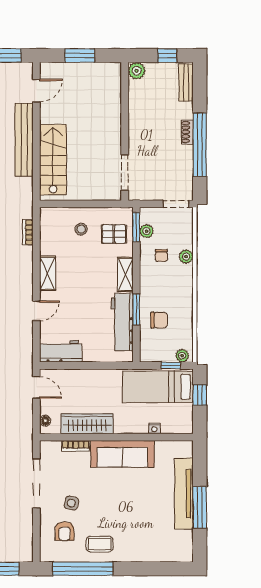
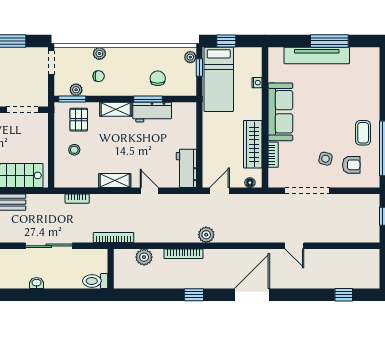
workbench: (122, 322) -> (152, 112), width x0.73

